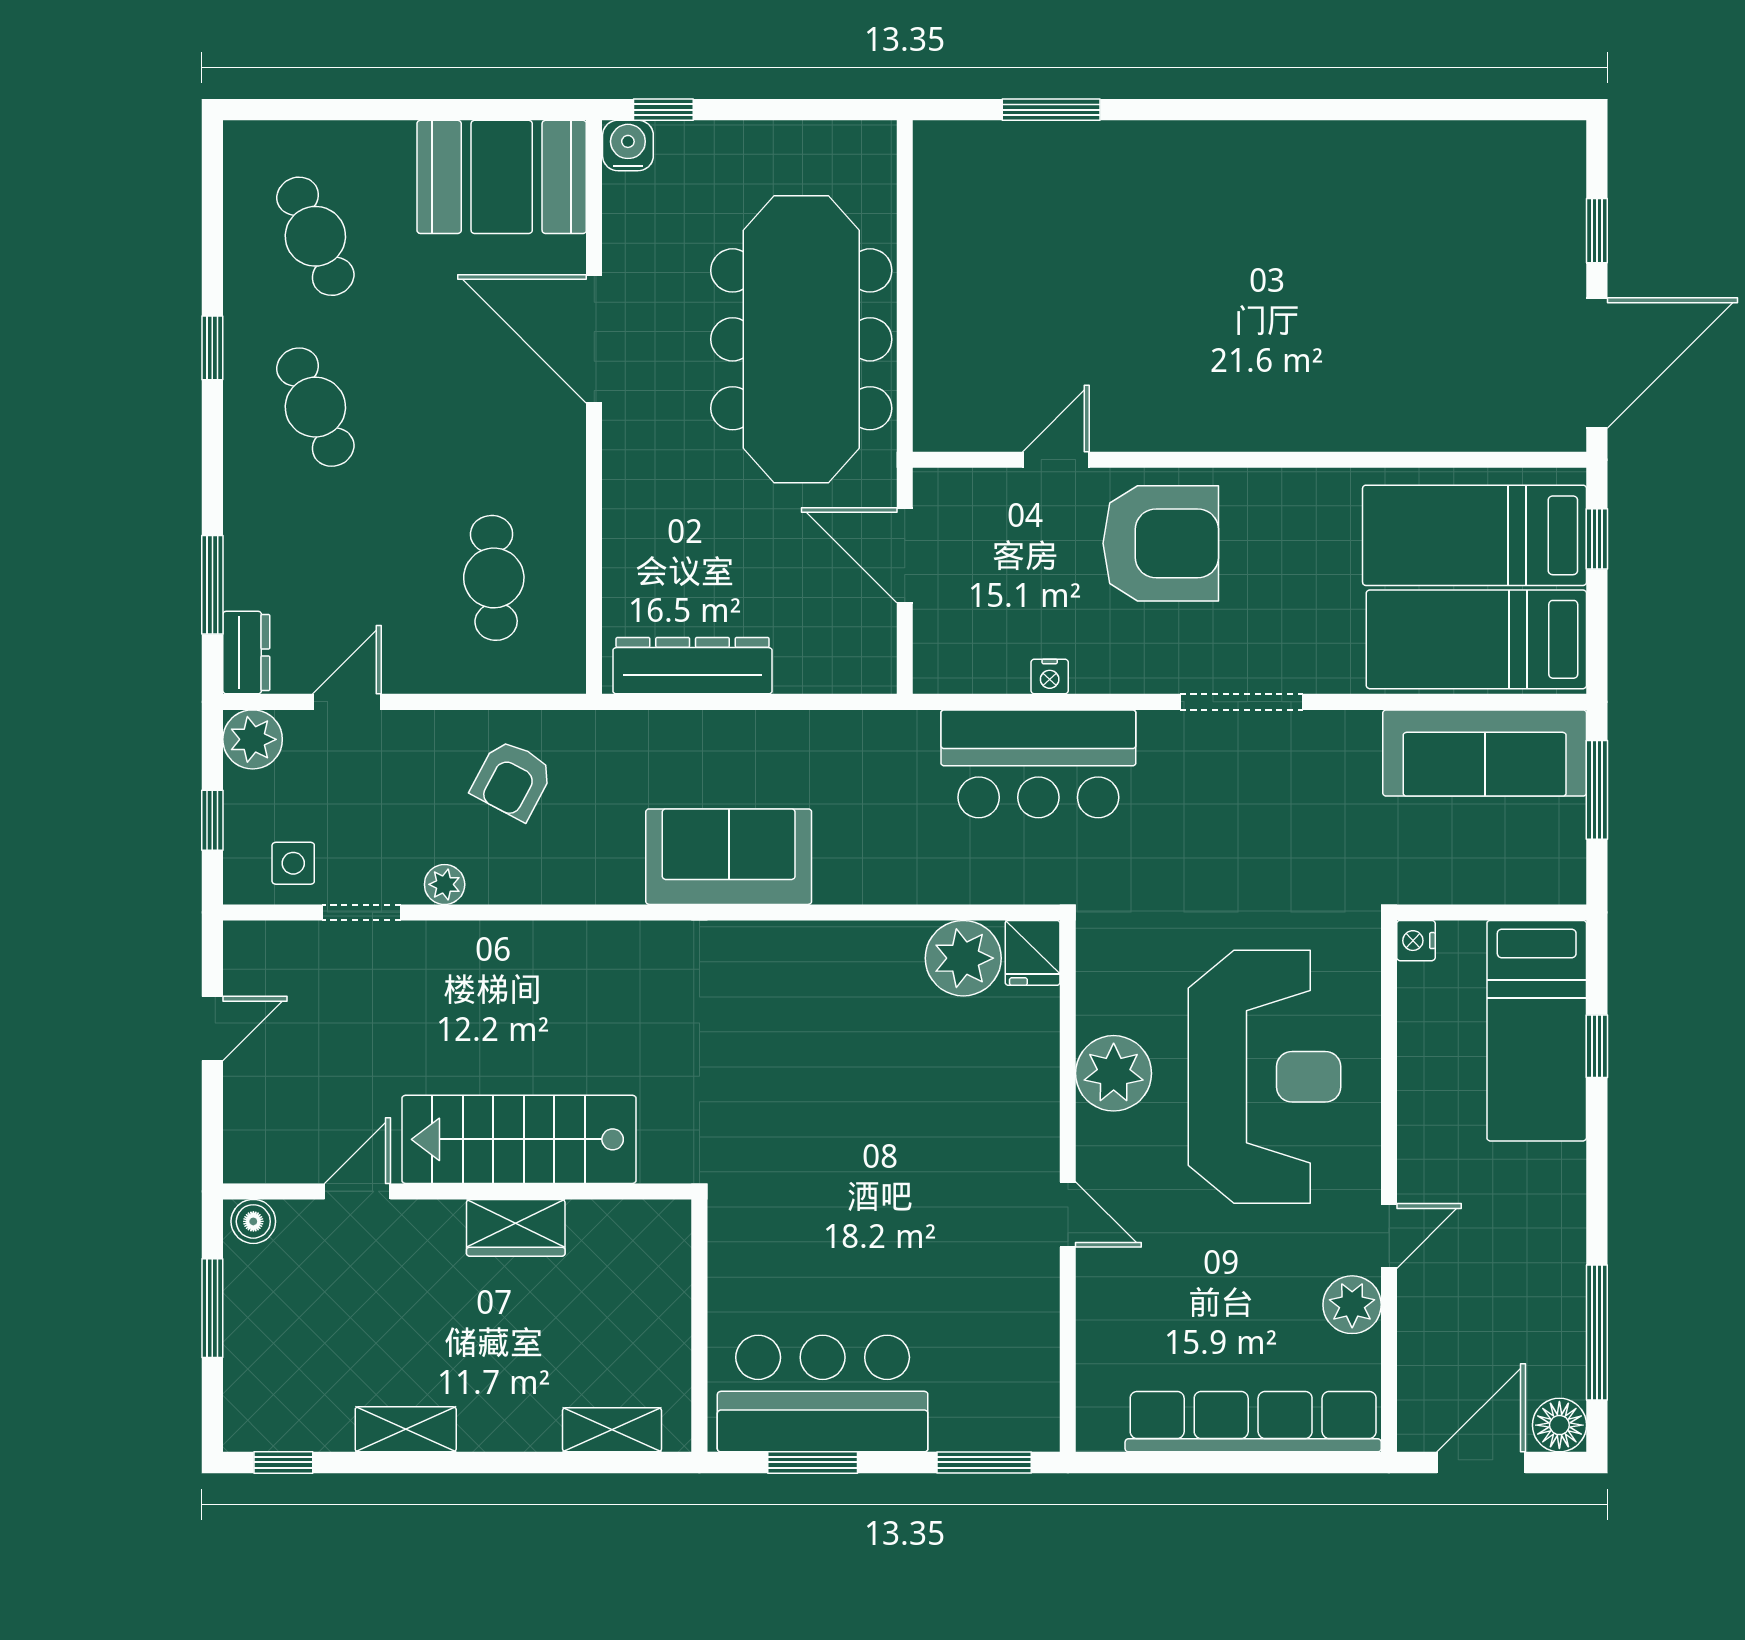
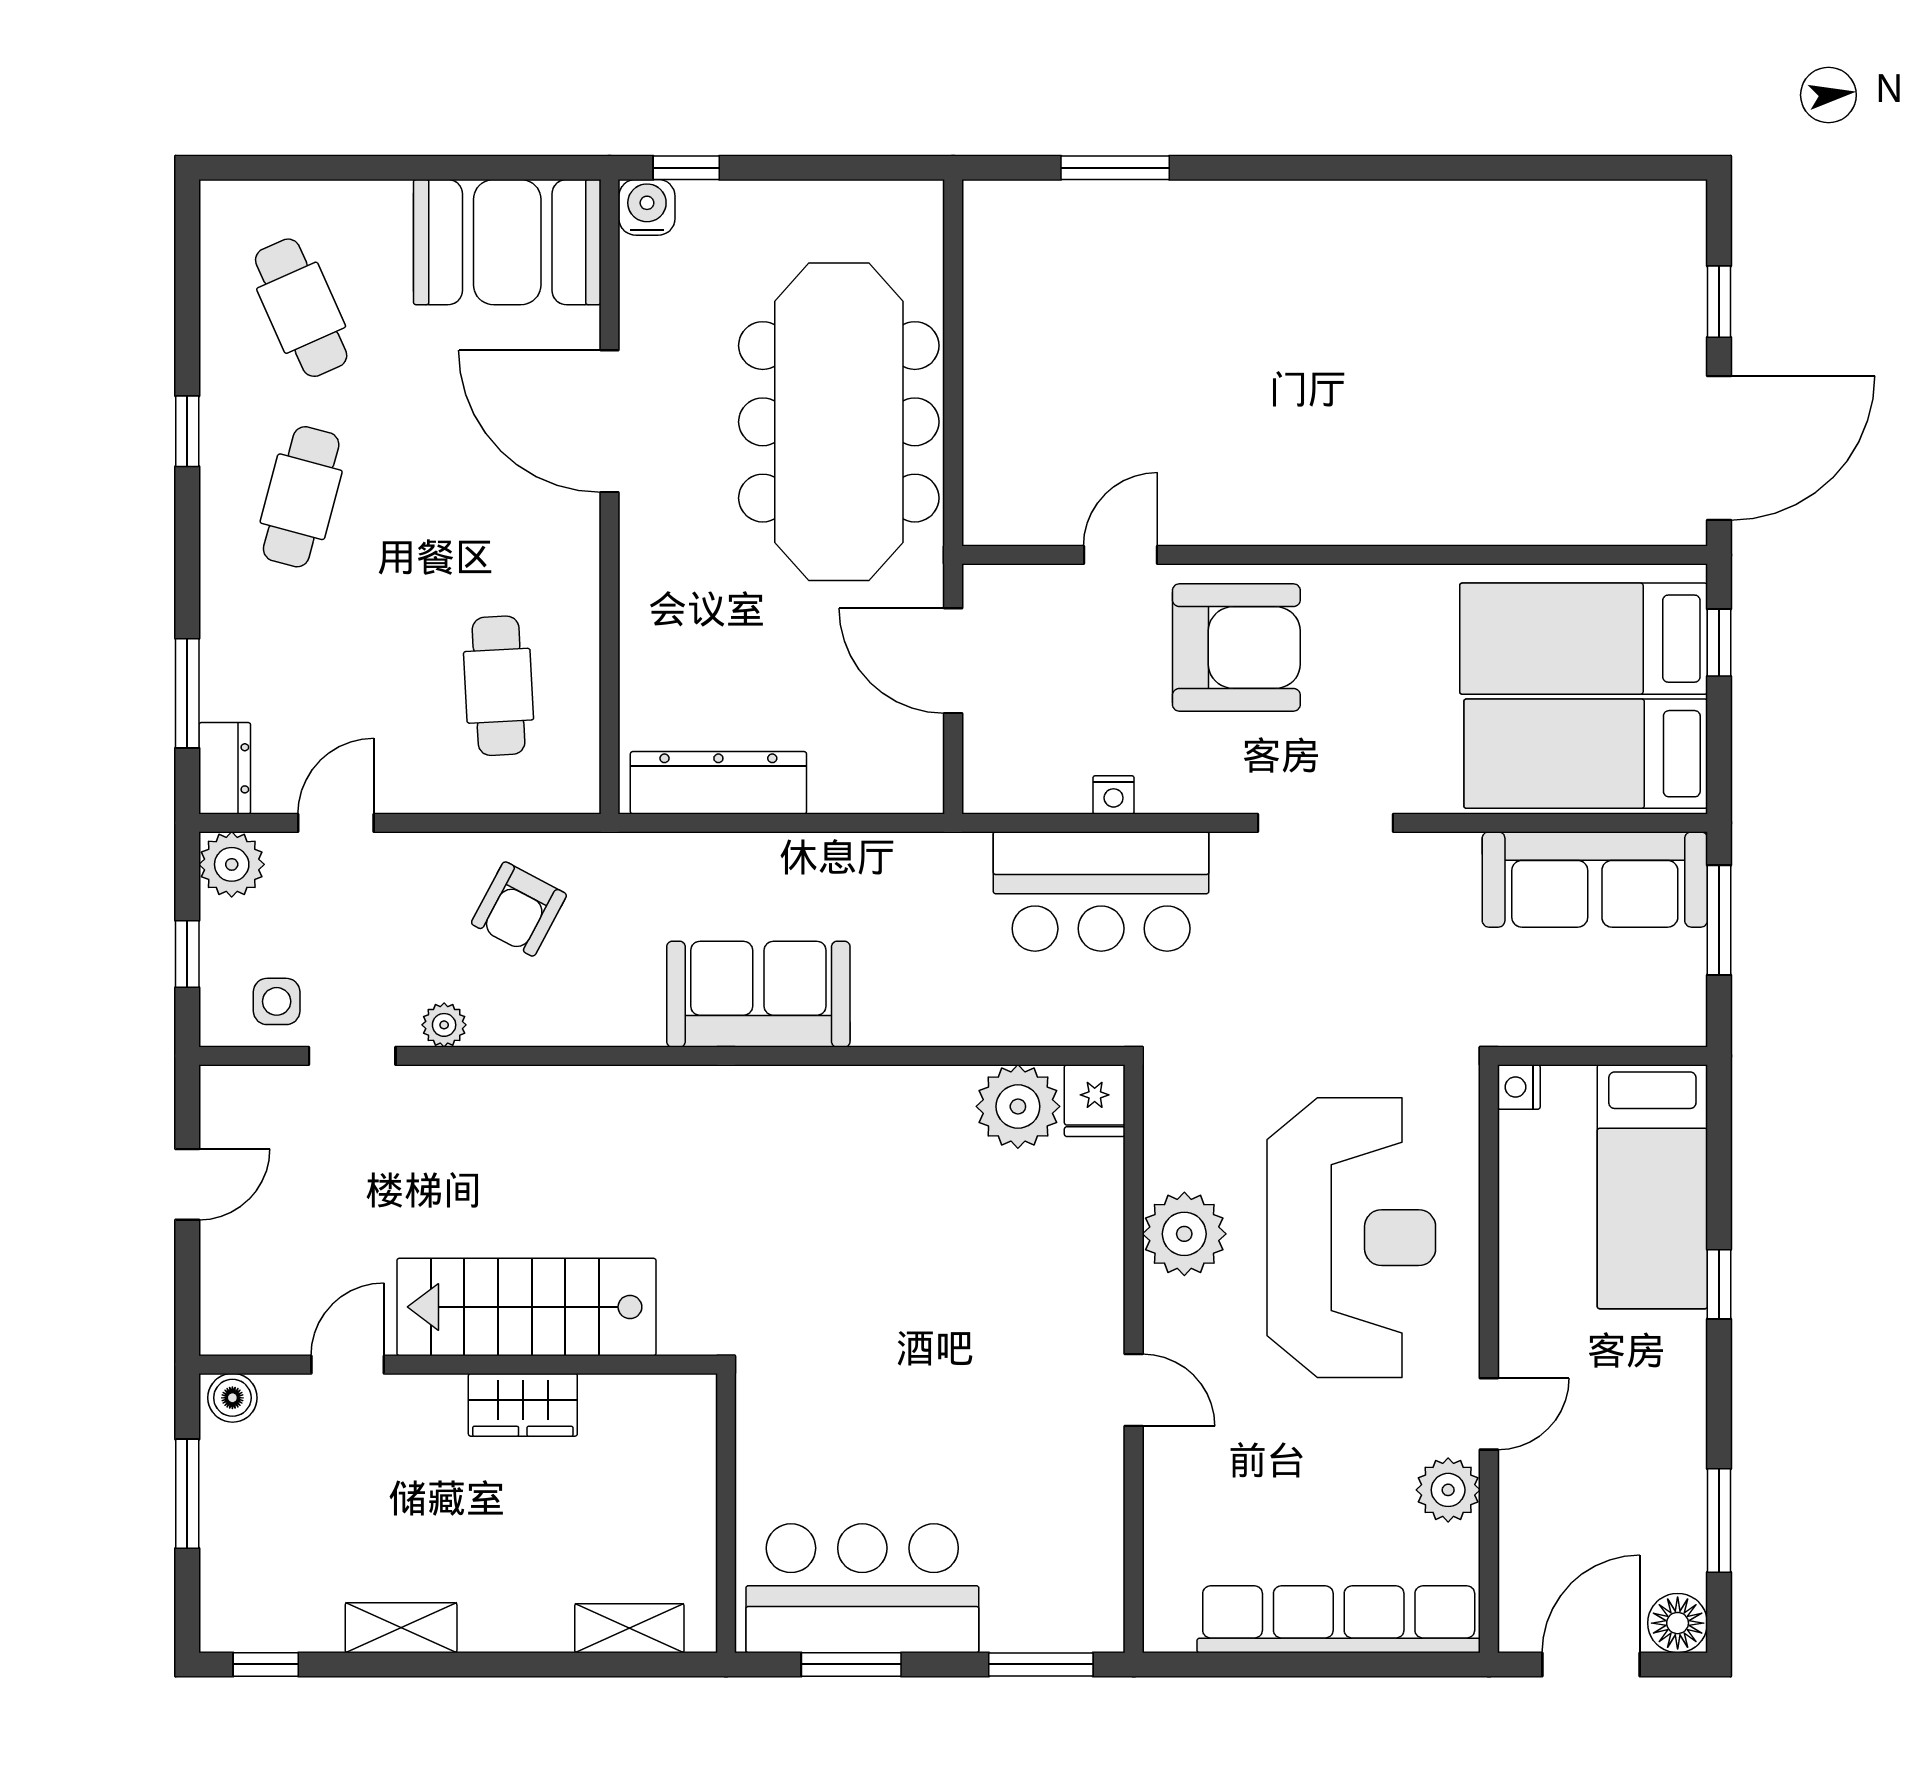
cafe table: (315, 407) -> (301, 497), turned 39
window: (1597, 1046) -> (1719, 1284), moved
window: (1597, 1332) -> (1719, 1521), width x0.69

